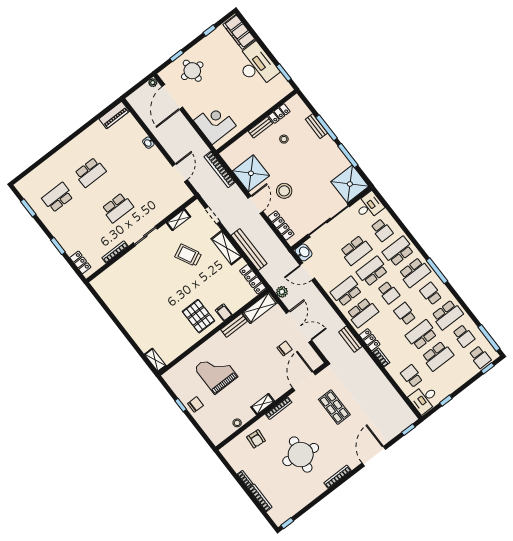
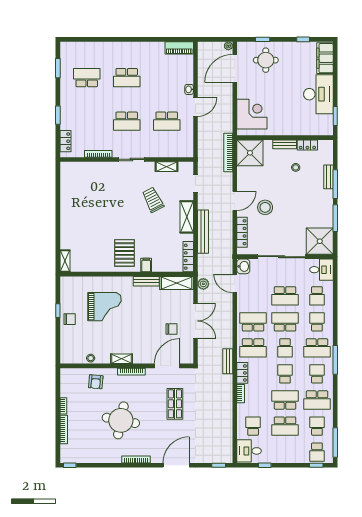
door: (180, 173) -> (195, 107), moved
shower: (251, 173) -> (250, 153), moved
school desk: (150, 183) -> (167, 121), added
school desk: (398, 251) -> (317, 322), width x0.54
school desk: (464, 336) -> (317, 426), turned 180
grand piano: (216, 372) -> (105, 307), turned 90

